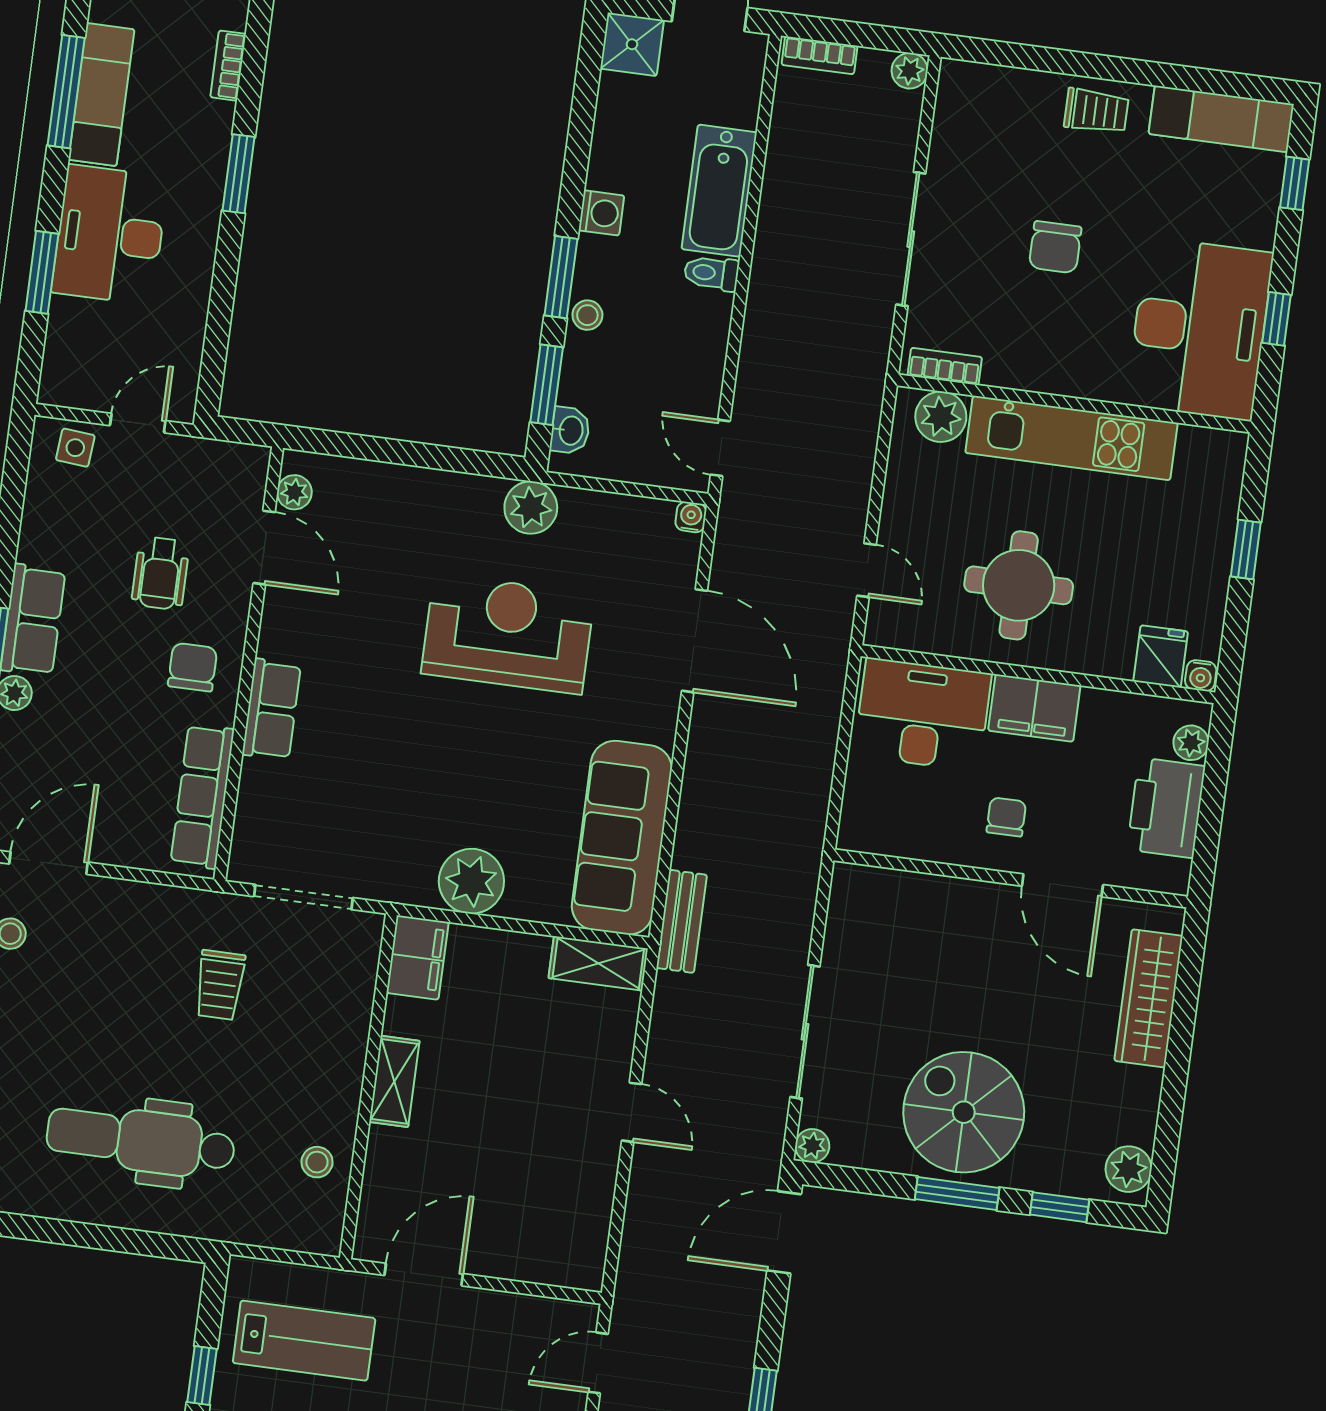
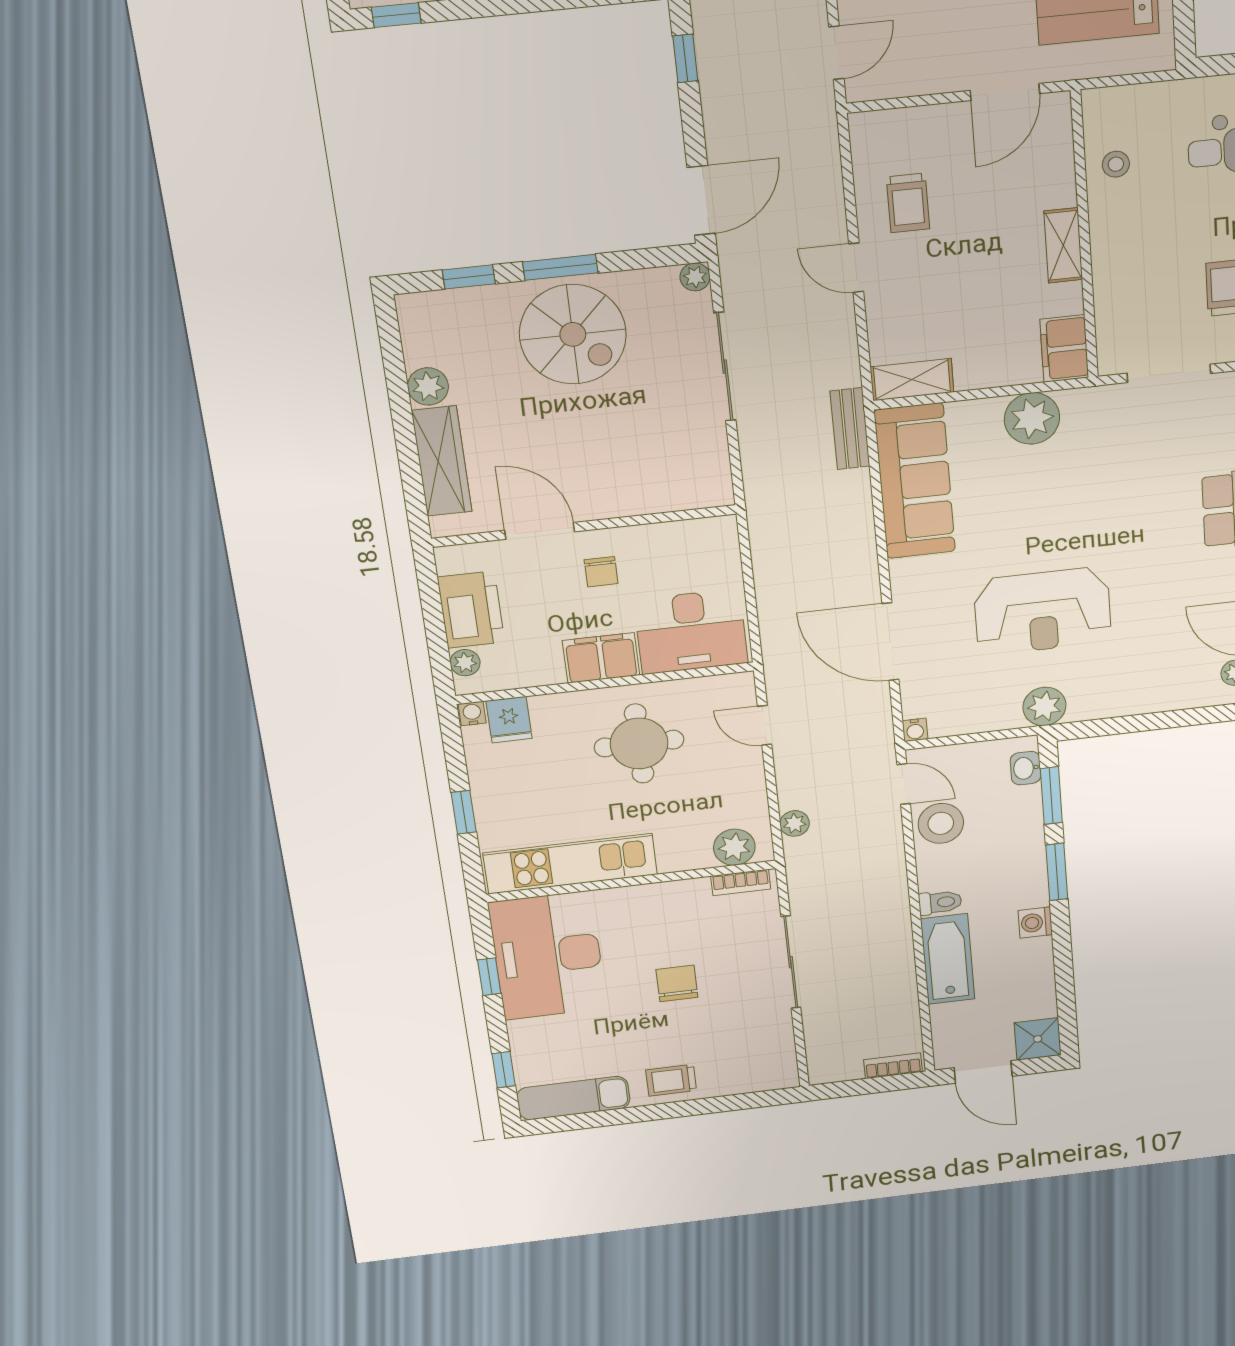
plant: (910, 71) -> (795, 823), moved
stool: (587, 315) -> (941, 823), moved, width x1.89, depth x1.89
kitchen unit: (1072, 438) -> (570, 864), moved
plant: (1129, 1169) -> (428, 386), moved
trolley: (557, 1174) -> (908, 203), added

